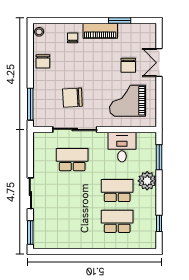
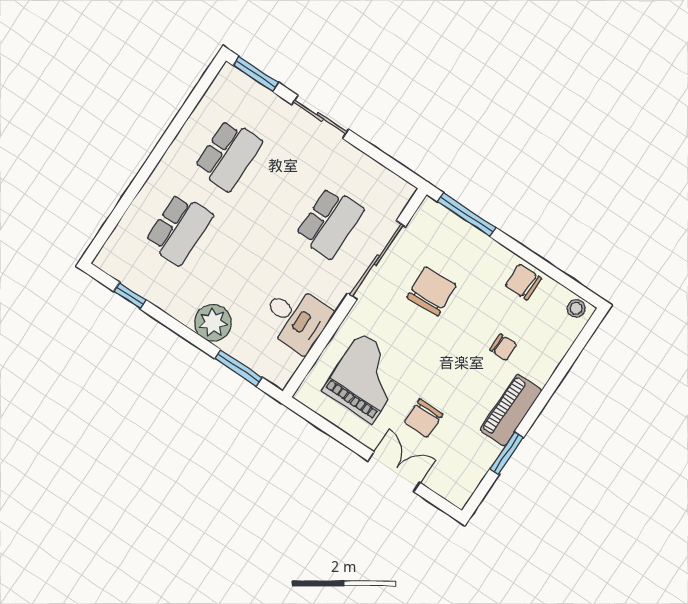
chair: (73, 38) -> (503, 347), moved
chair: (128, 65) -> (424, 418), turned -90
school desk: (117, 191) -> (228, 155), moved

